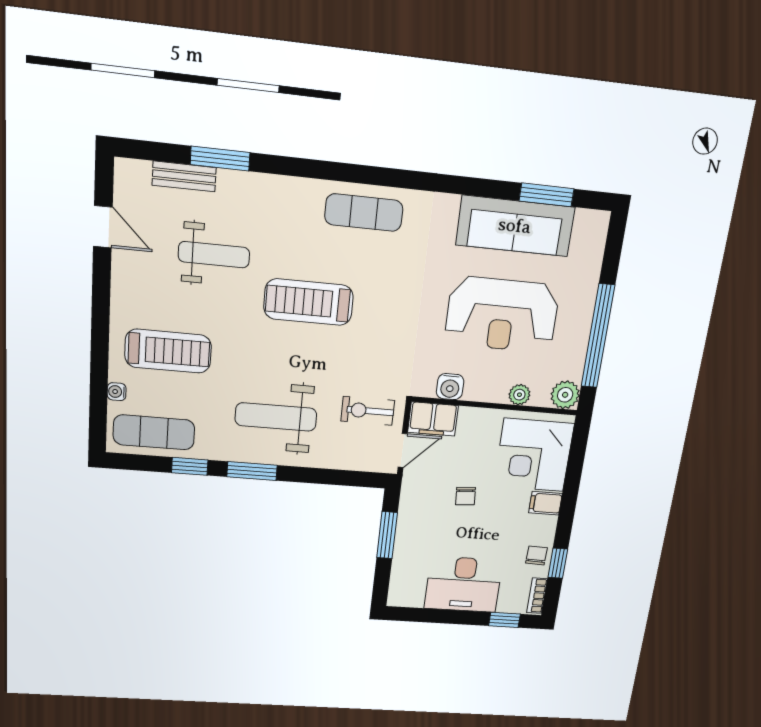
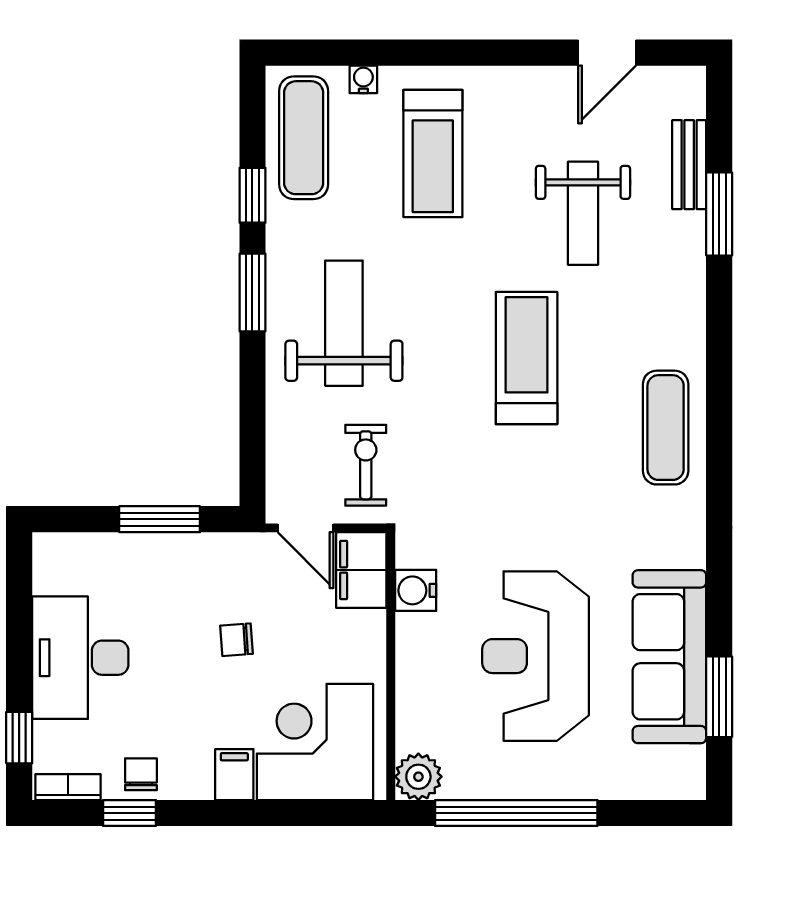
plant: (519, 395) -> (412, 703), removed
chair: (536, 555) -> (141, 774), turned -92

